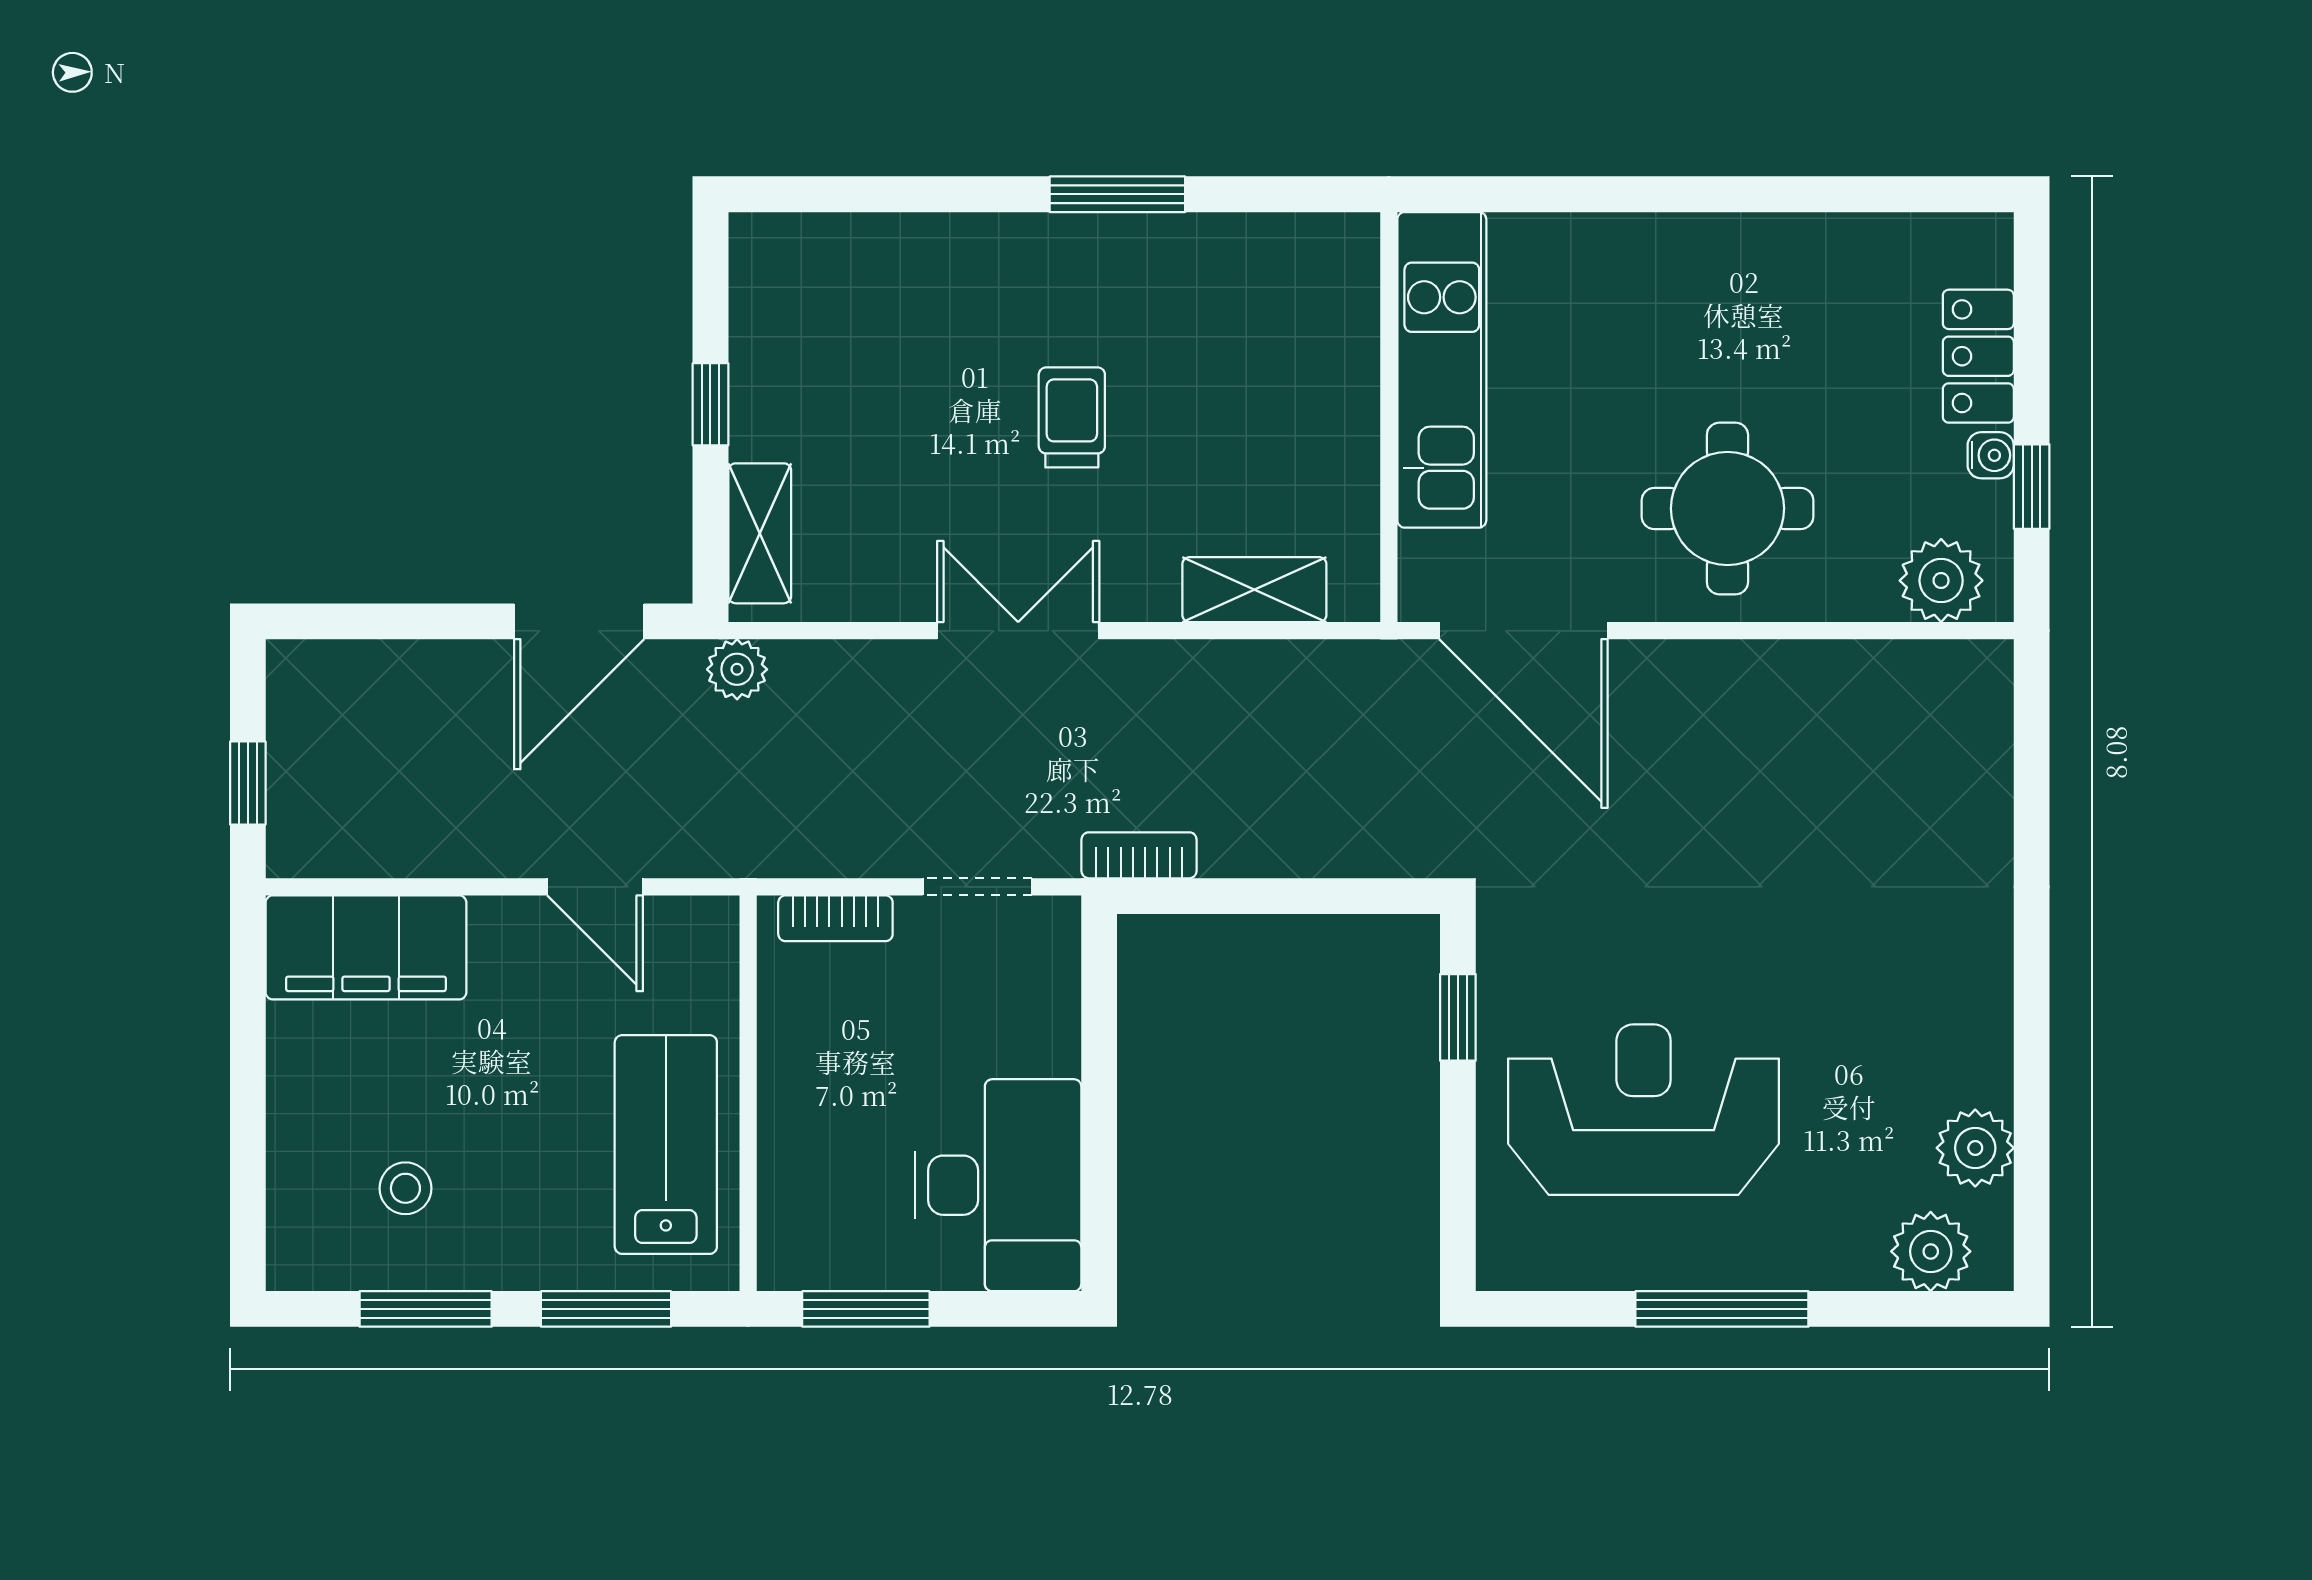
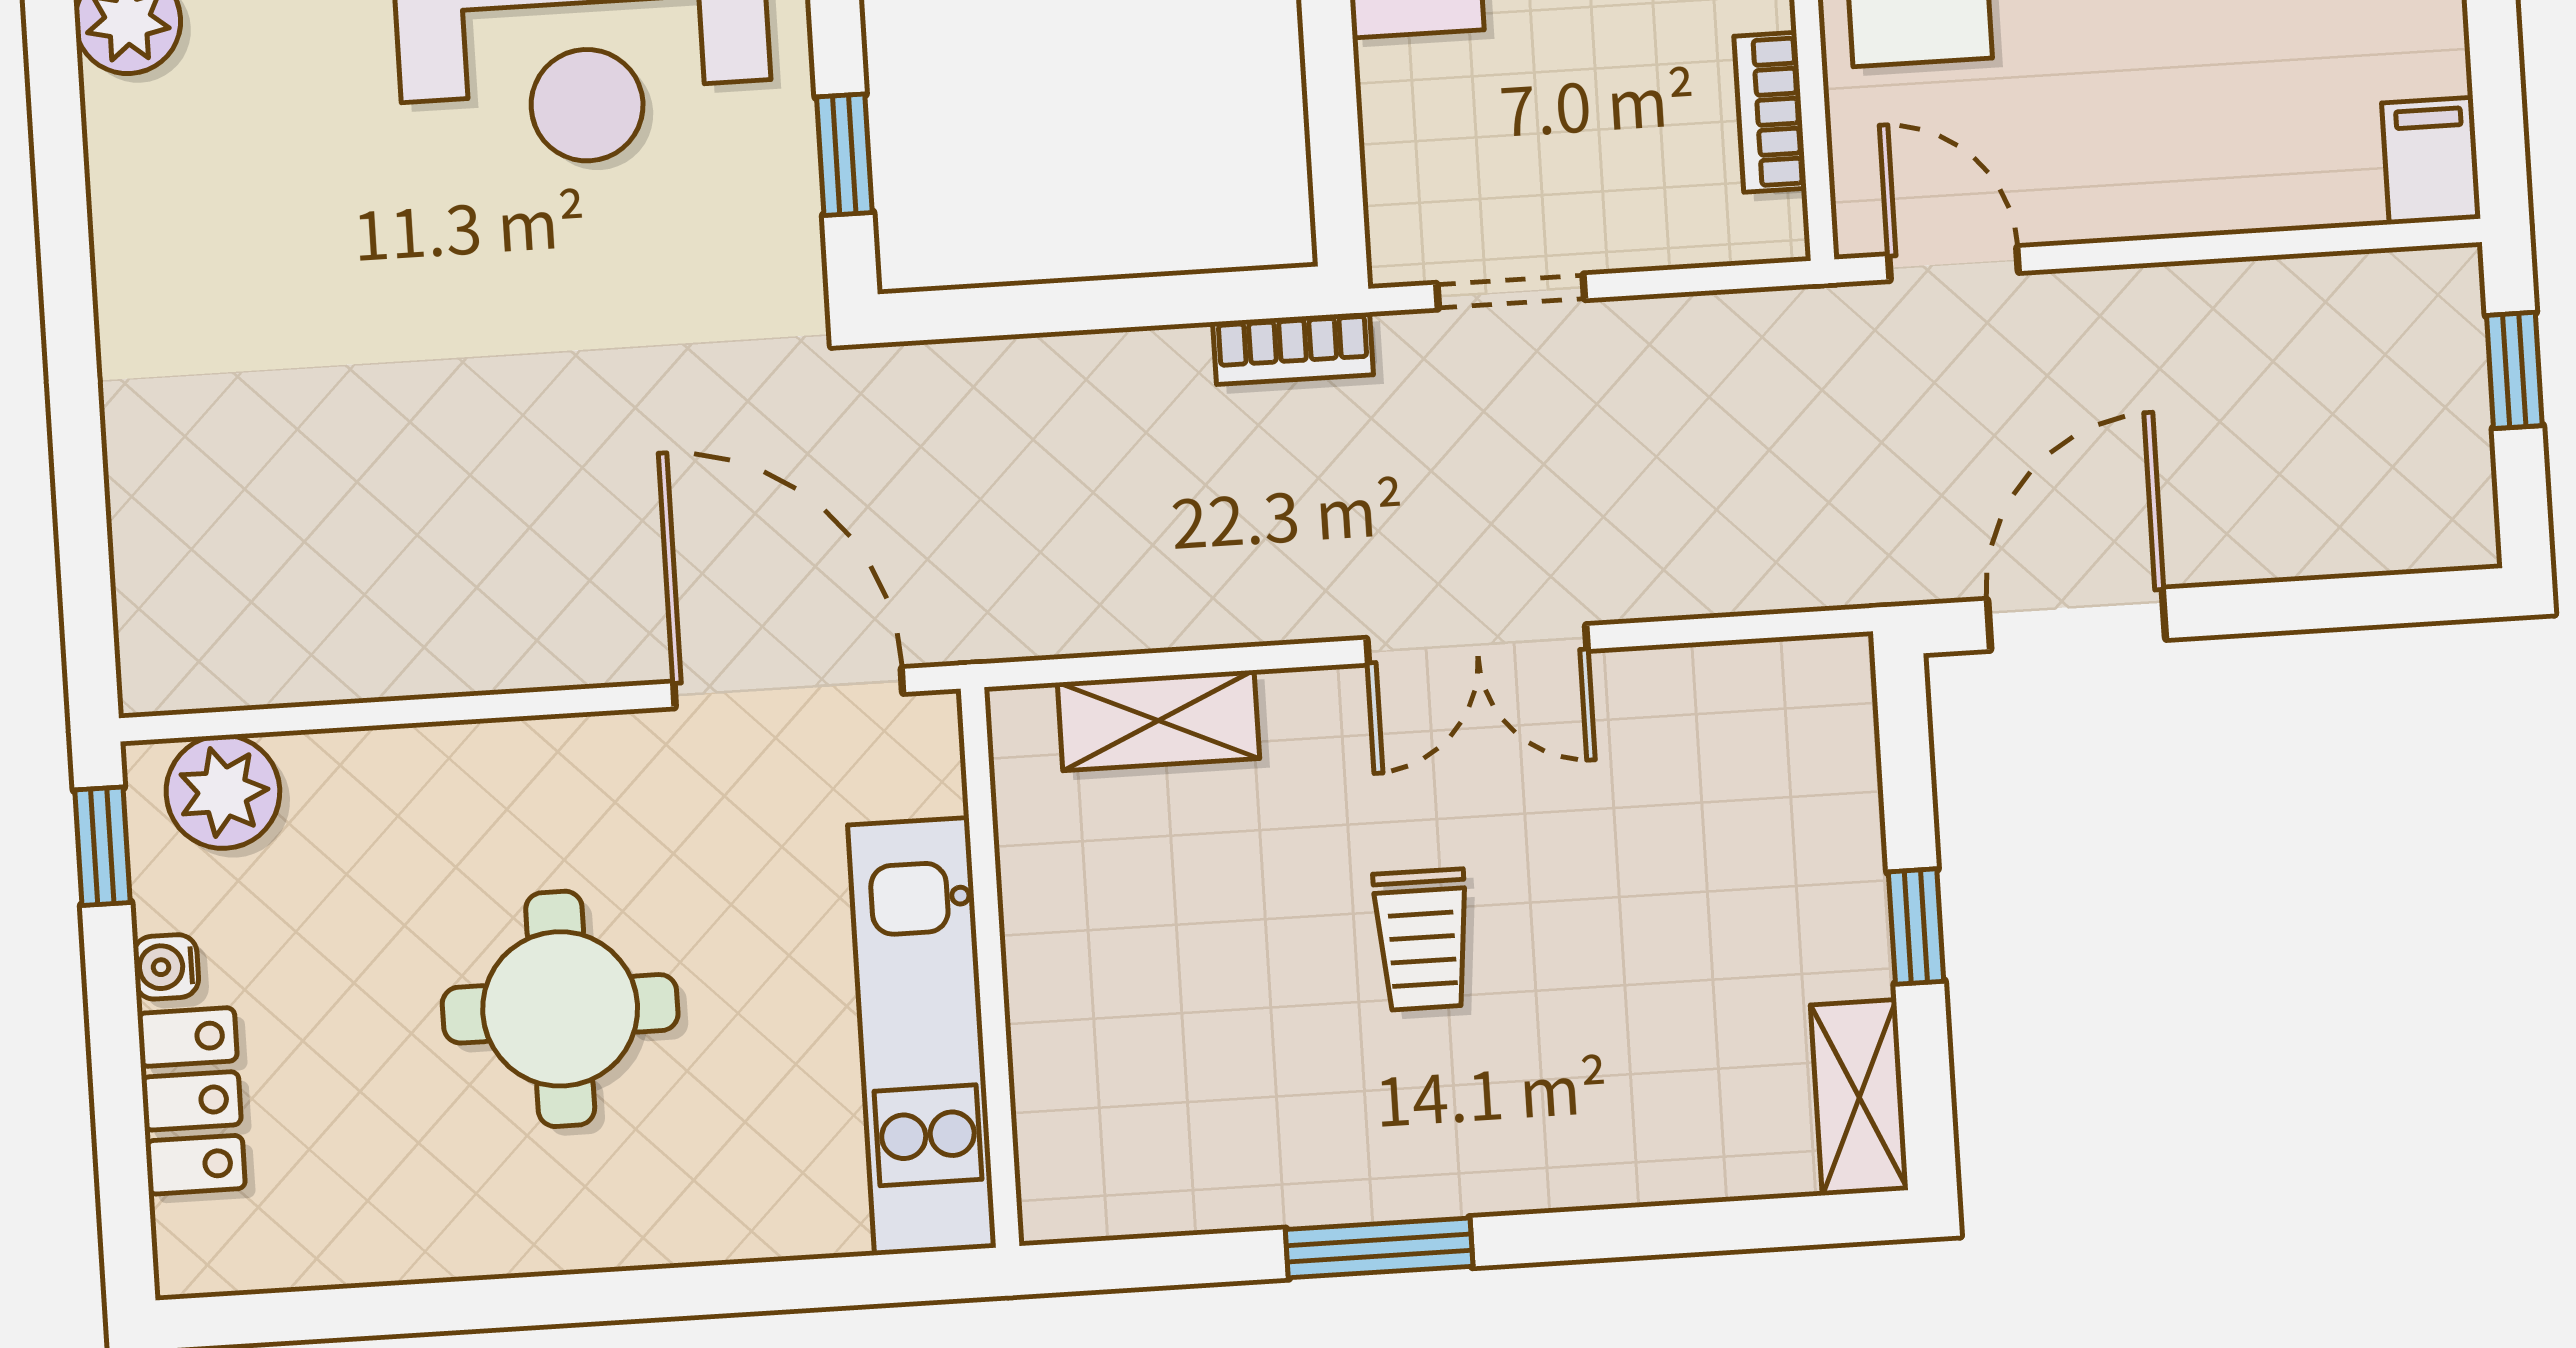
window: (2032, 487) -> (102, 846), moved
round table: (1727, 508) -> (560, 1009), moved
shelving: (760, 533) -> (1859, 1098), moved
plant: (737, 669) -> (1857, 568), removed
door: (595, 887) -> (1953, 264), moved
bookcase: (835, 918) -> (1770, 112), moved, turned -90
filing cabinet: (366, 947) -> (2431, 161), width x0.33, depth x0.86

